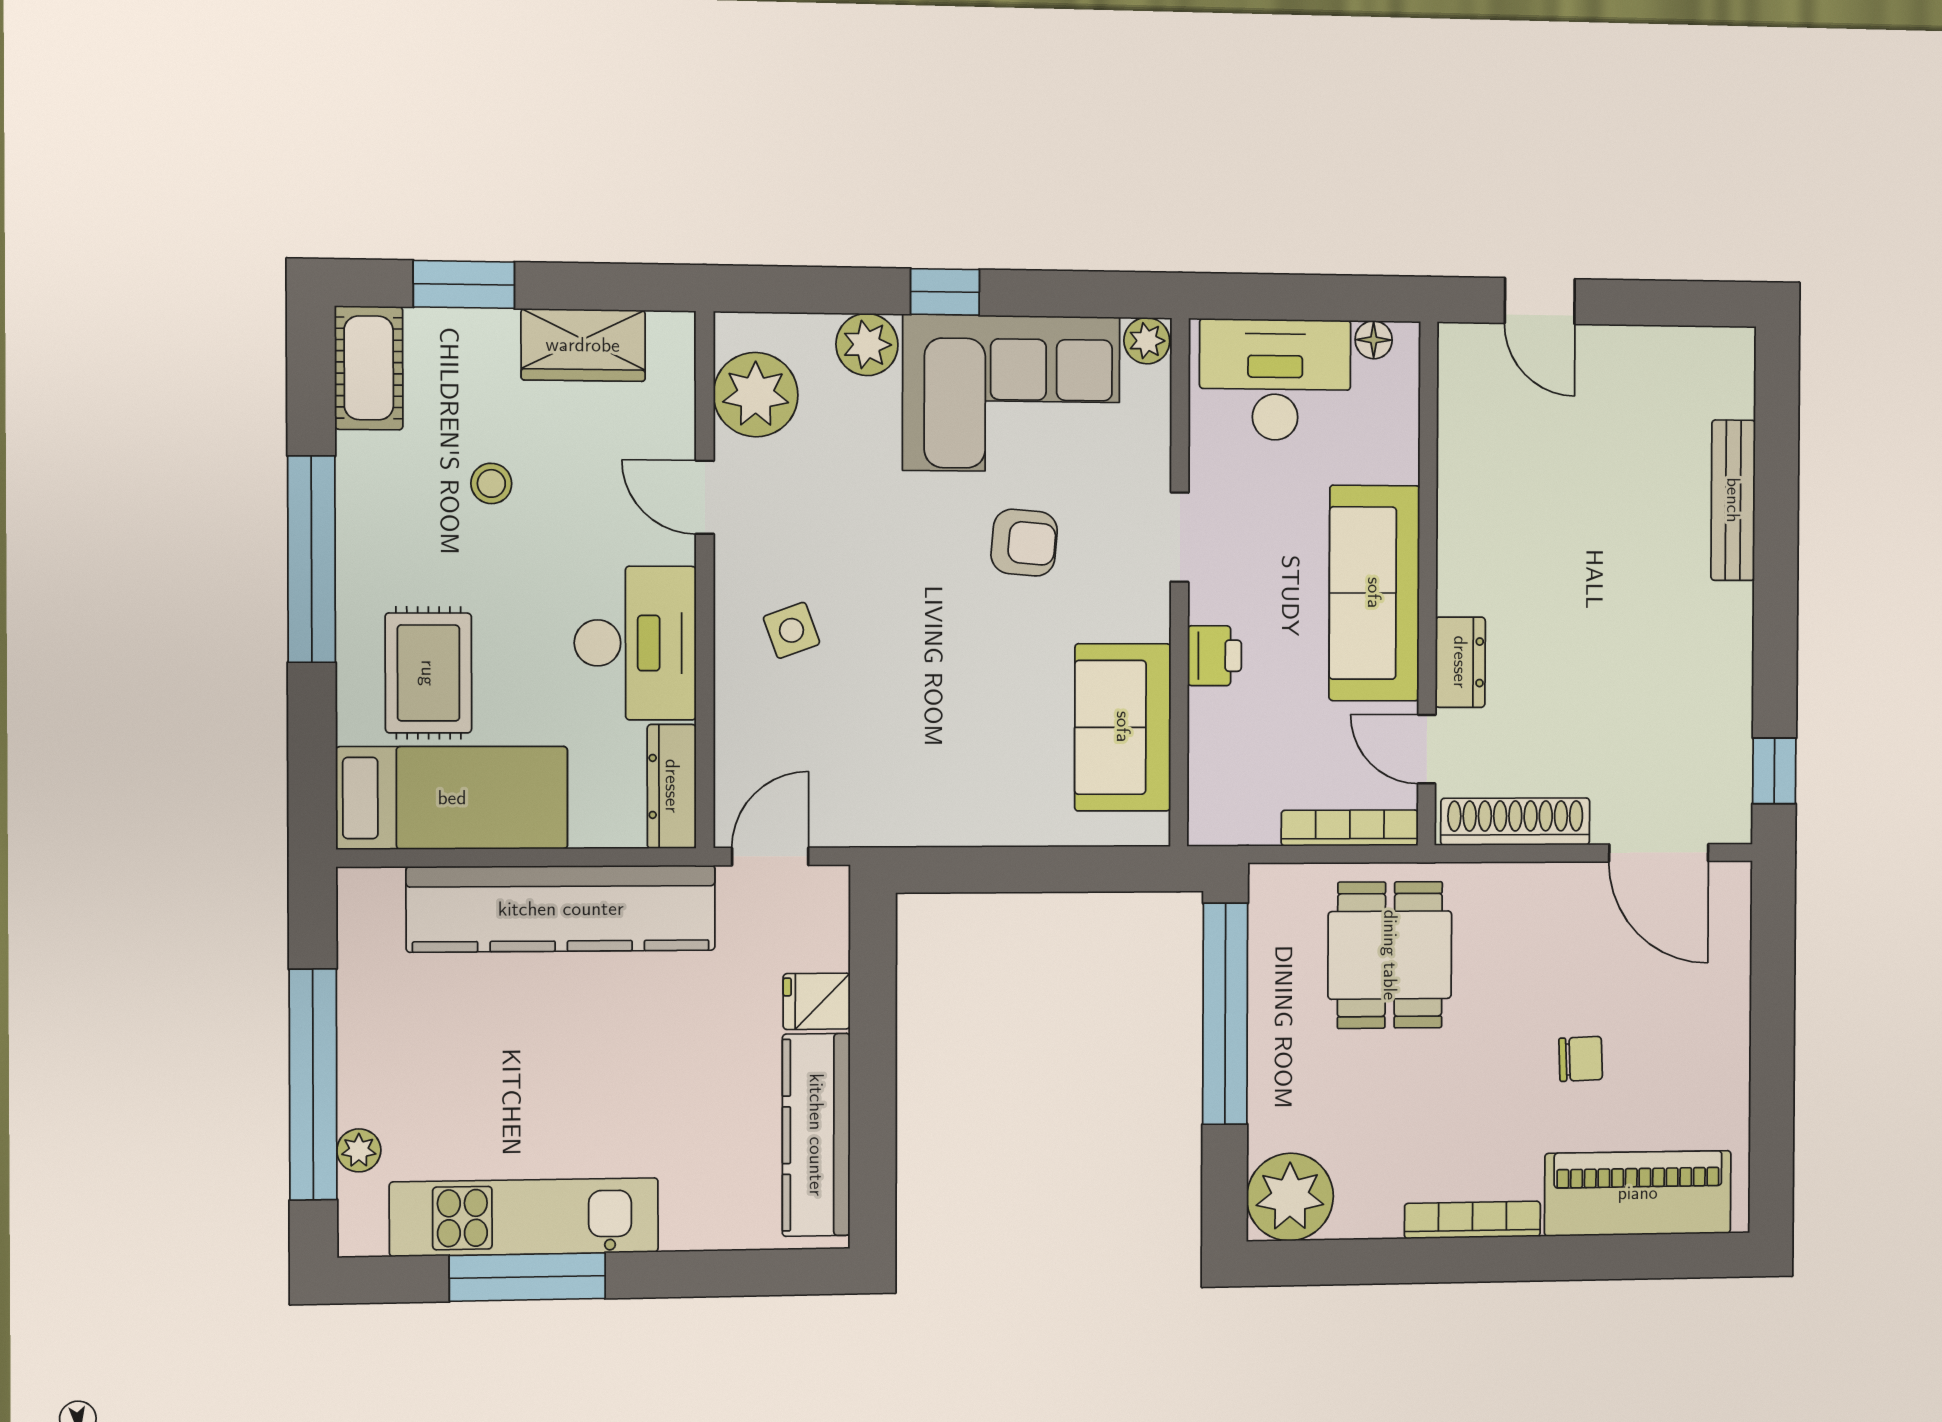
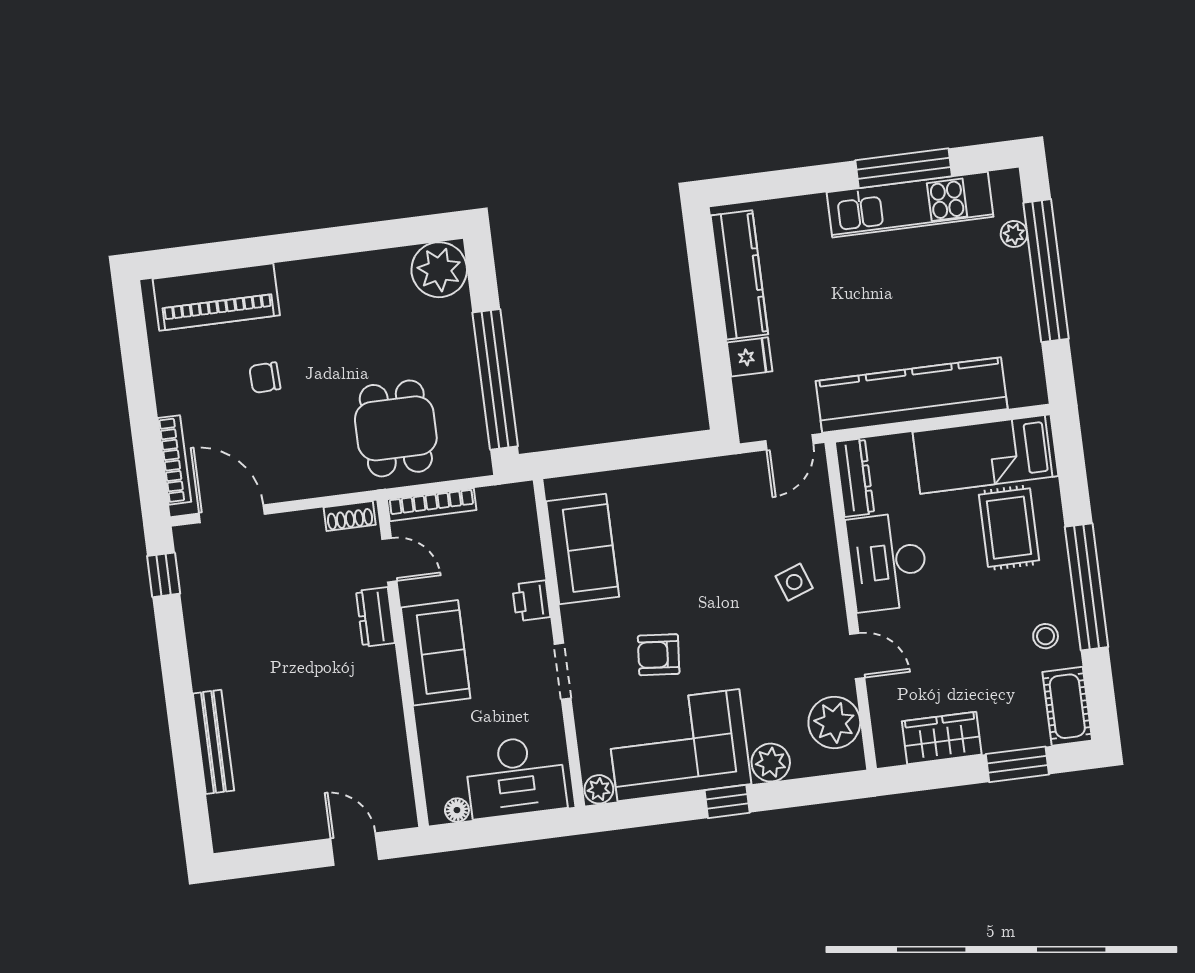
stool: (491, 483) -> (1046, 636), moved
sofa: (1374, 593) -> (436, 653), width x0.73
shoe rack: (1515, 822) -> (350, 516), width x0.51, depth x0.81
bookcase: (1473, 1220) -> (174, 460), moved, turned -90

